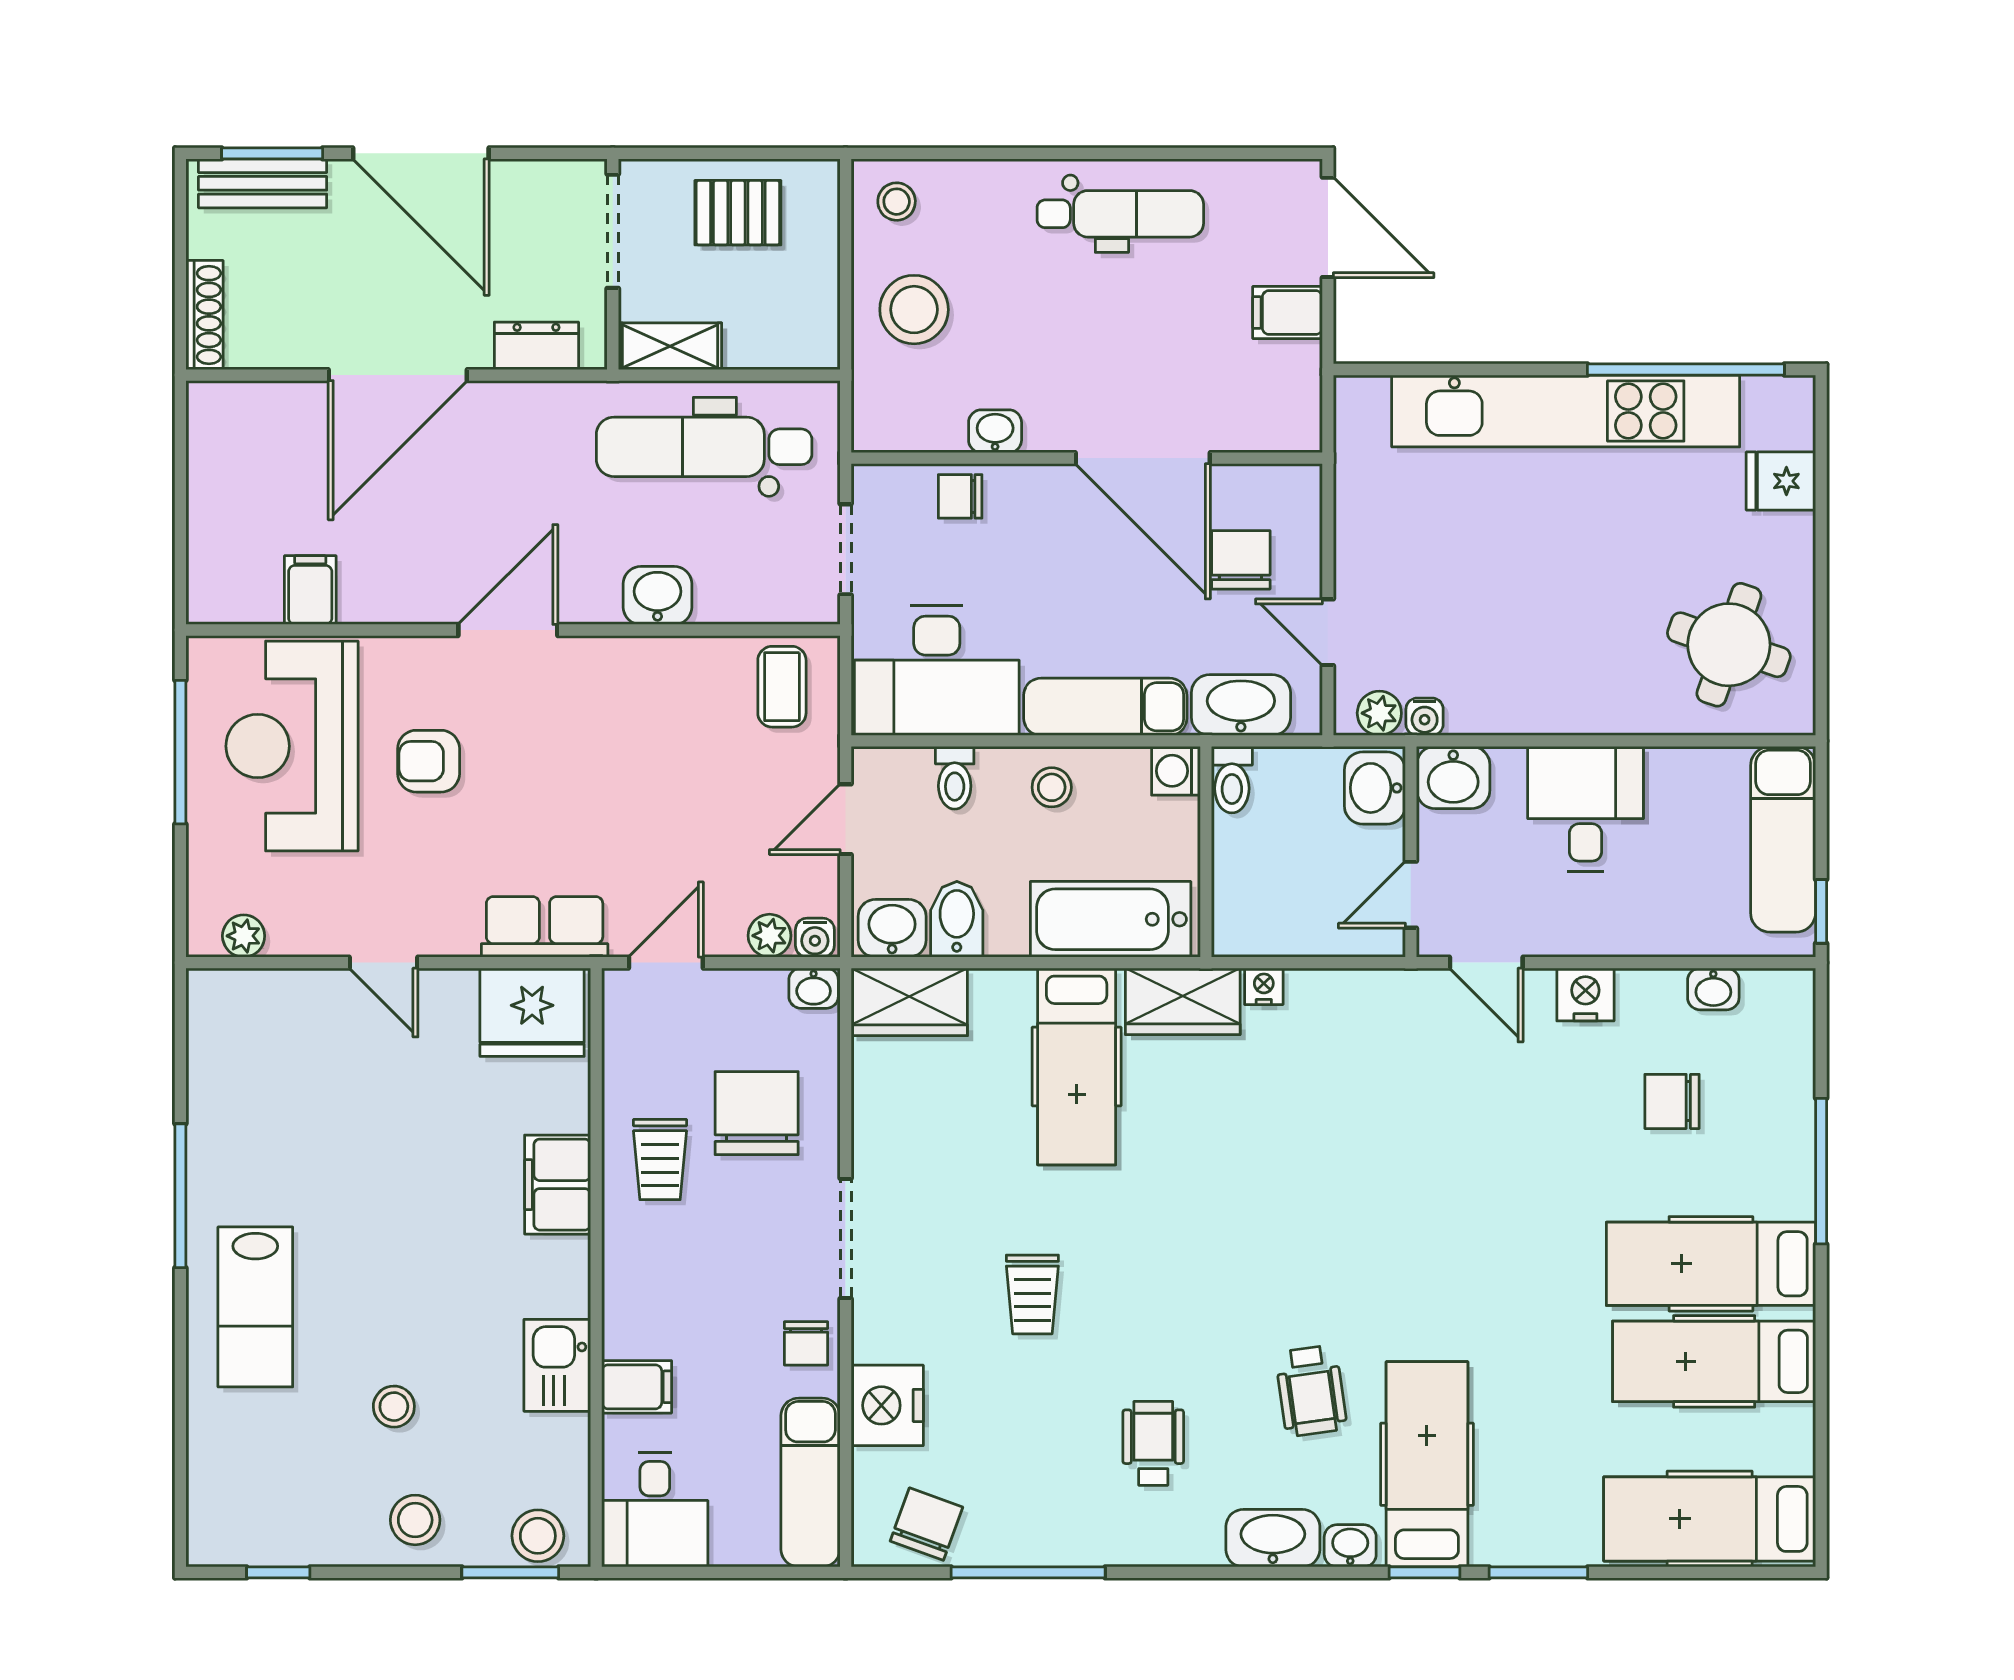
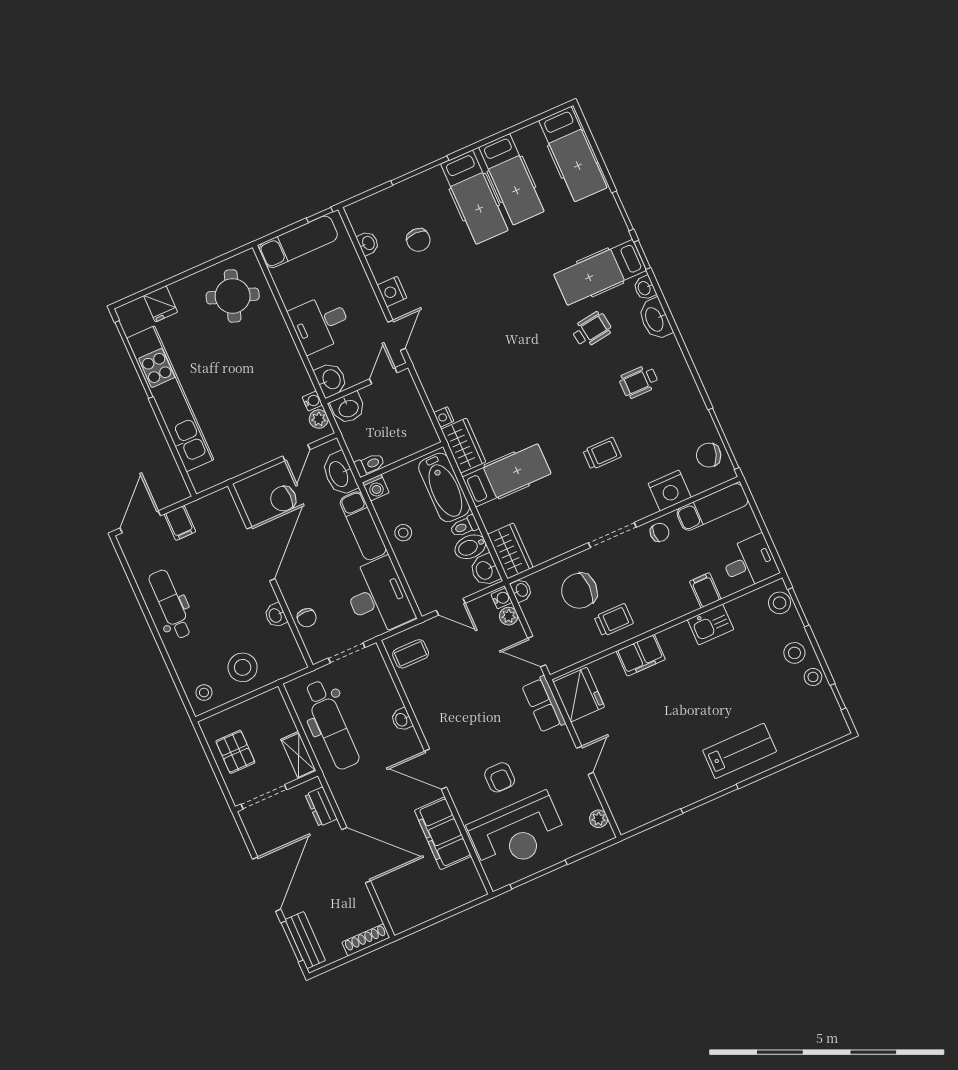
filing cabinet: (310, 590) -> (443, 833), width x3.00, depth x1.17
washbasin: (658, 595) -> (402, 720), width x0.72, depth x0.69
toilet: (955, 778) -> (464, 526), moved, turned 180
door: (1411, 895) -> (383, 376), swing flipped
stool: (394, 1407) -> (813, 677), moved
window: (1028, 1572) -> (724, 439), moved

